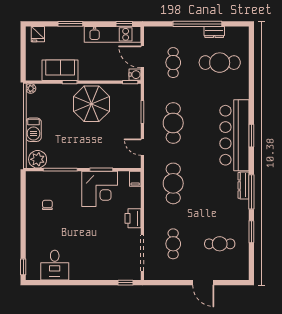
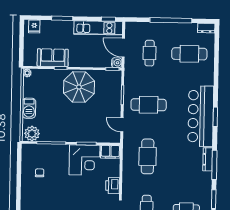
dresser: (214, 32) -> (206, 28), moved
cafe table: (173, 123) -> (149, 105), turned 90
filing cabinet: (135, 179) -> (110, 152), width x2.00

